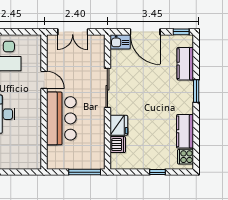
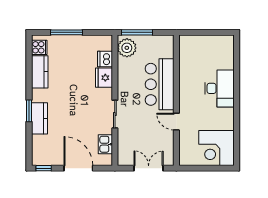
kitchen sink: (120, 42) -> (105, 144), moved, turned -90
kitchen counter: (185, 64) -> (40, 118), moved
sliding door: (107, 88) -> (115, 114), width x0.73
plant: (95, 156) -> (127, 48), added
window: (157, 172) -> (66, 32), width x2.17

